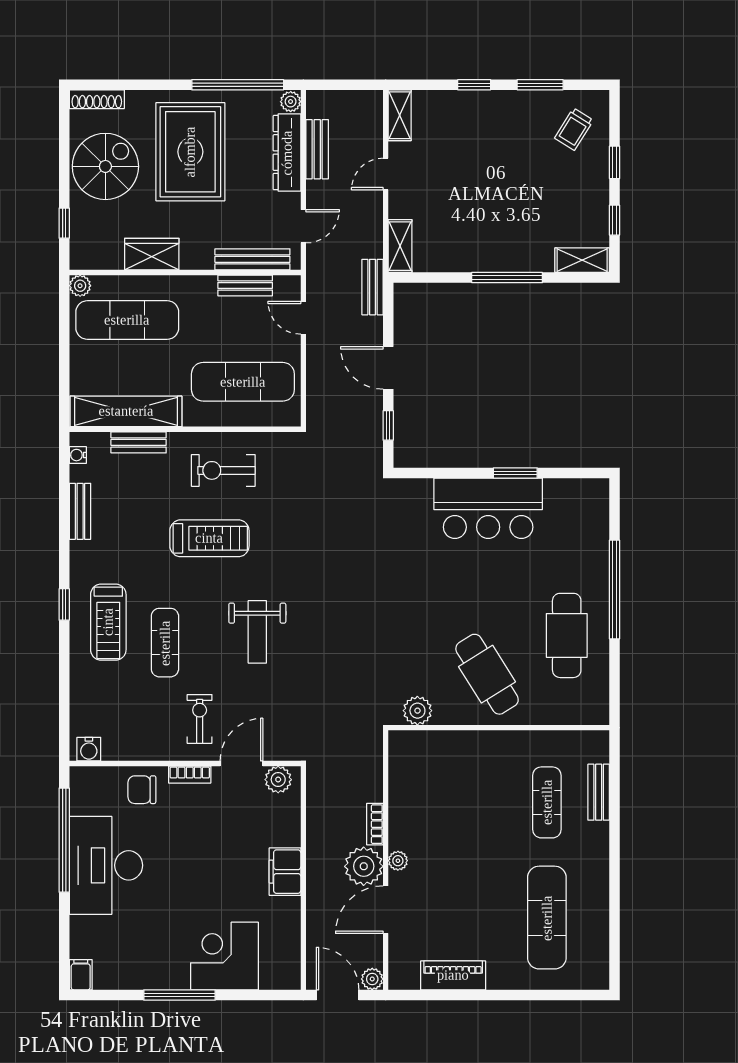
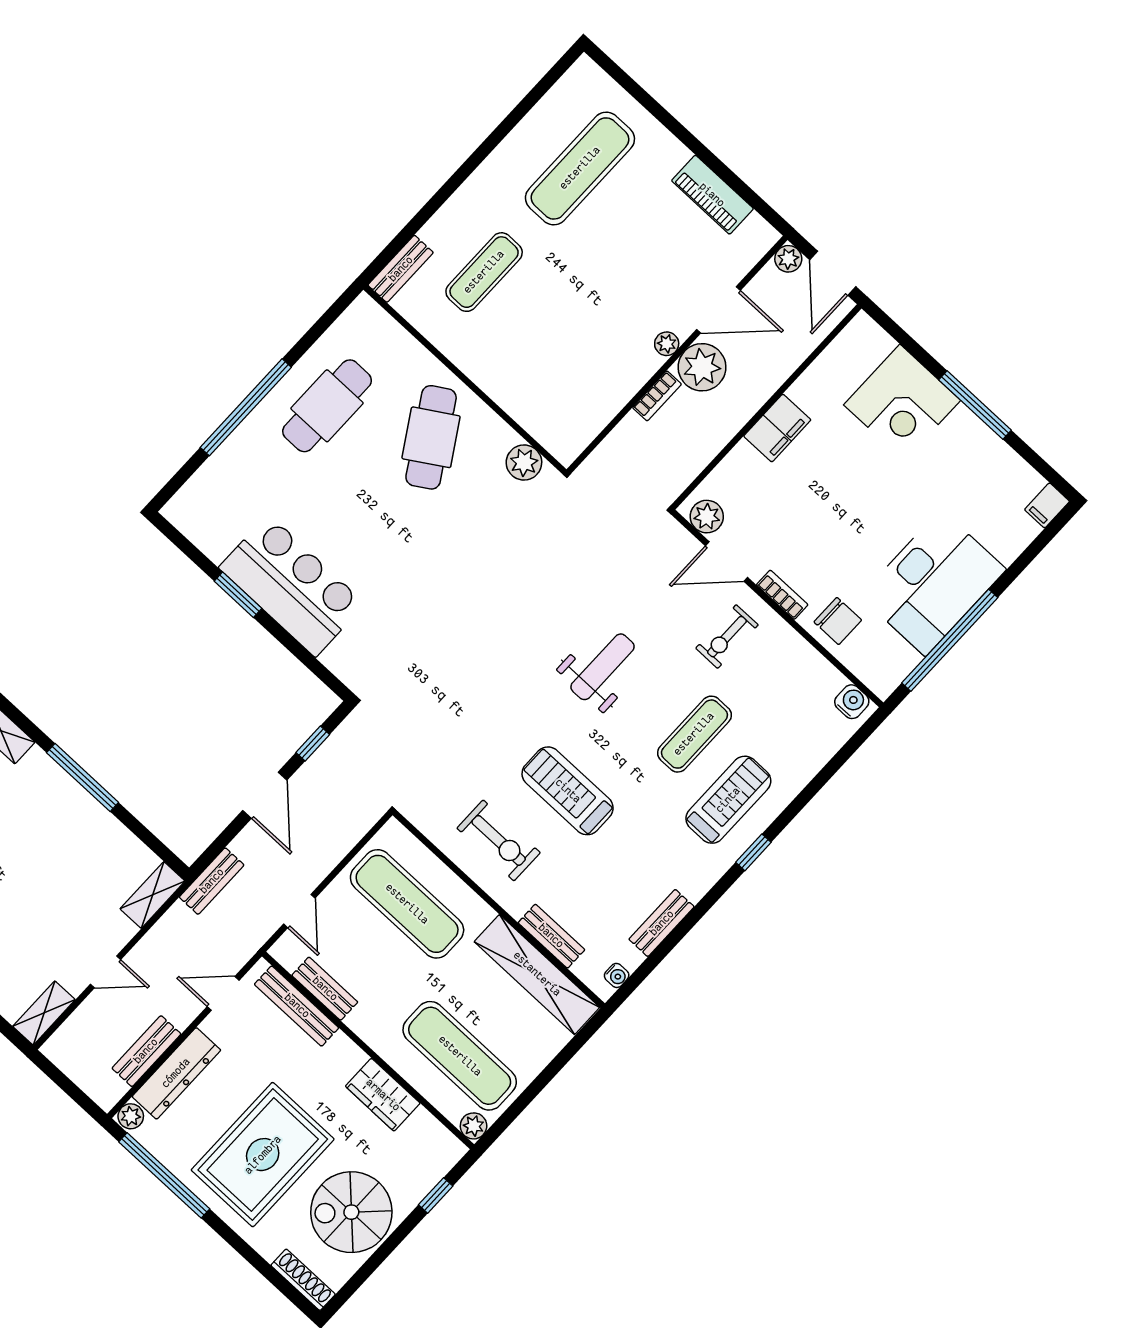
bench: (599, 792) -> (401, 269), moved

